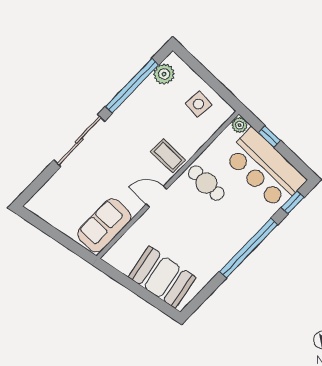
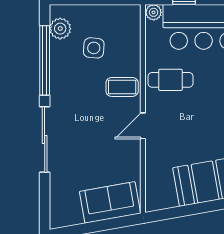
side table: (199, 104) -> (94, 48), moved
sofa: (104, 225) -> (110, 202), moved, turned 80

